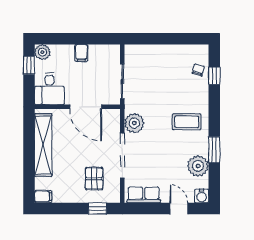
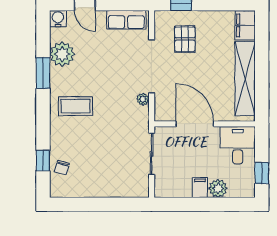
plant: (42, 52) -> (218, 188), moved
plant: (134, 123) -> (143, 99), width x0.53, depth x0.53
filing cabinet: (43, 197) -> (245, 25), width x2.00

